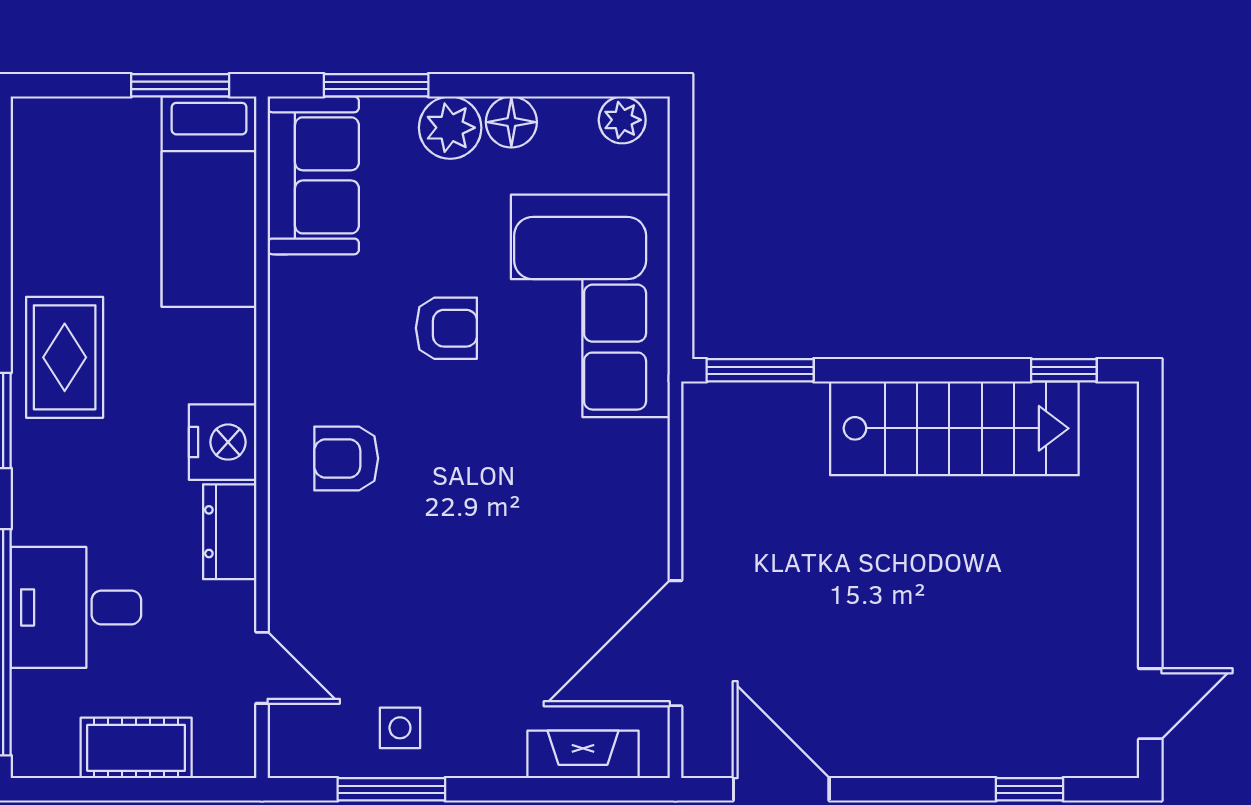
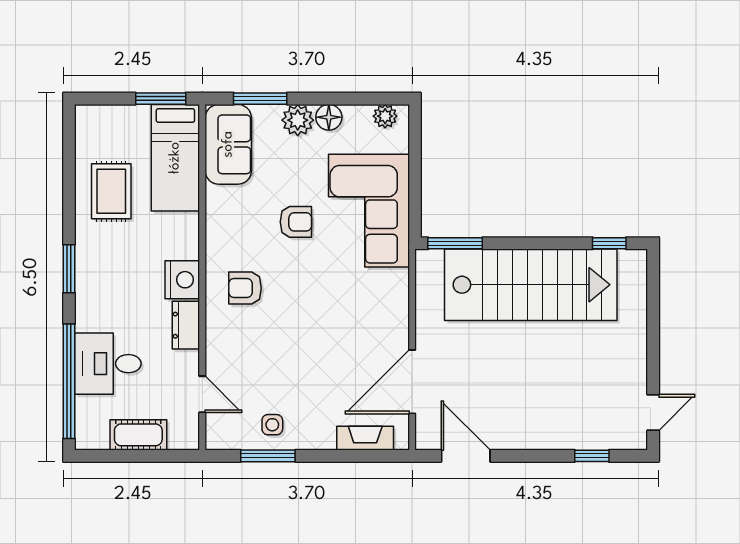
rug: (65, 357) -> (111, 191), moved
stairs: (954, 428) -> (531, 285), width x1.36, depth x1.51

